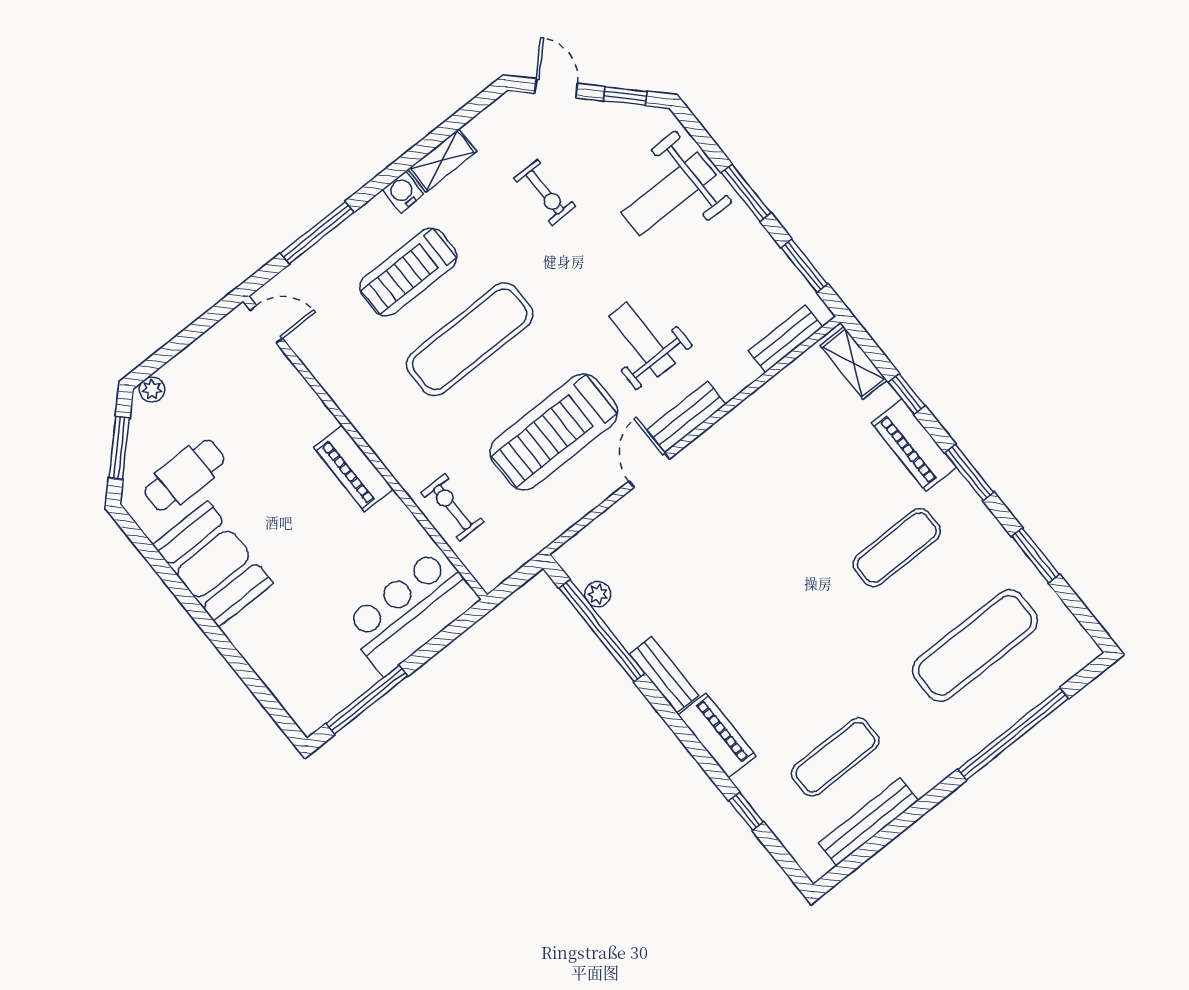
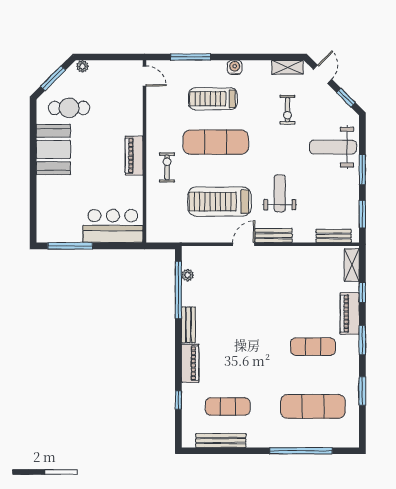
shelving: (442, 160) -> (287, 67), moved
exercise bike: (452, 507) -> (167, 167), moved

